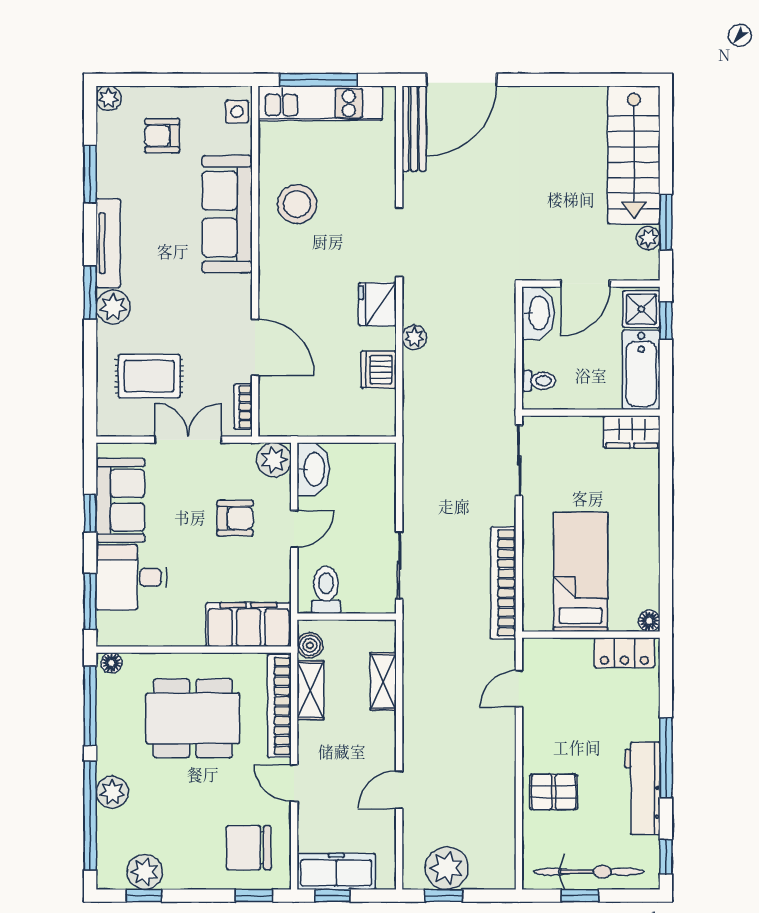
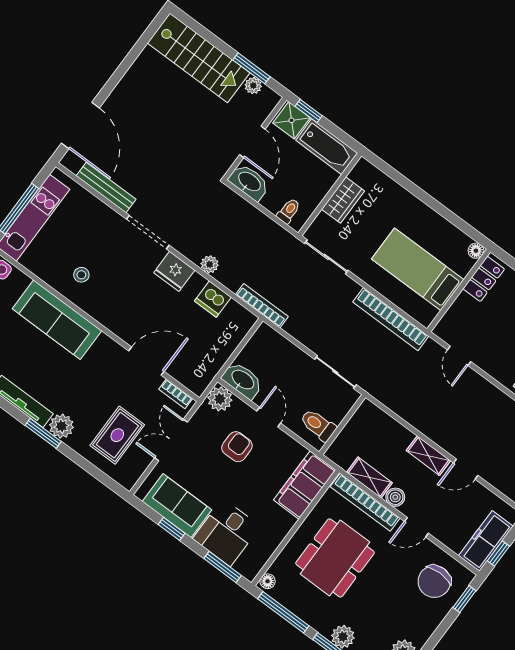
bench: (414, 129) -> (106, 188), moved
stool: (297, 204) -> (81, 275), width x0.53, depth x0.53
bookcase: (412, 429) -> (262, 306), added
wardrobe: (632, 432) -> (343, 200), moved
boiler: (310, 645) -> (395, 497), moved
shelving: (383, 681) -> (428, 456), moved
door: (399, 790) -> (466, 469), hinge flipped

